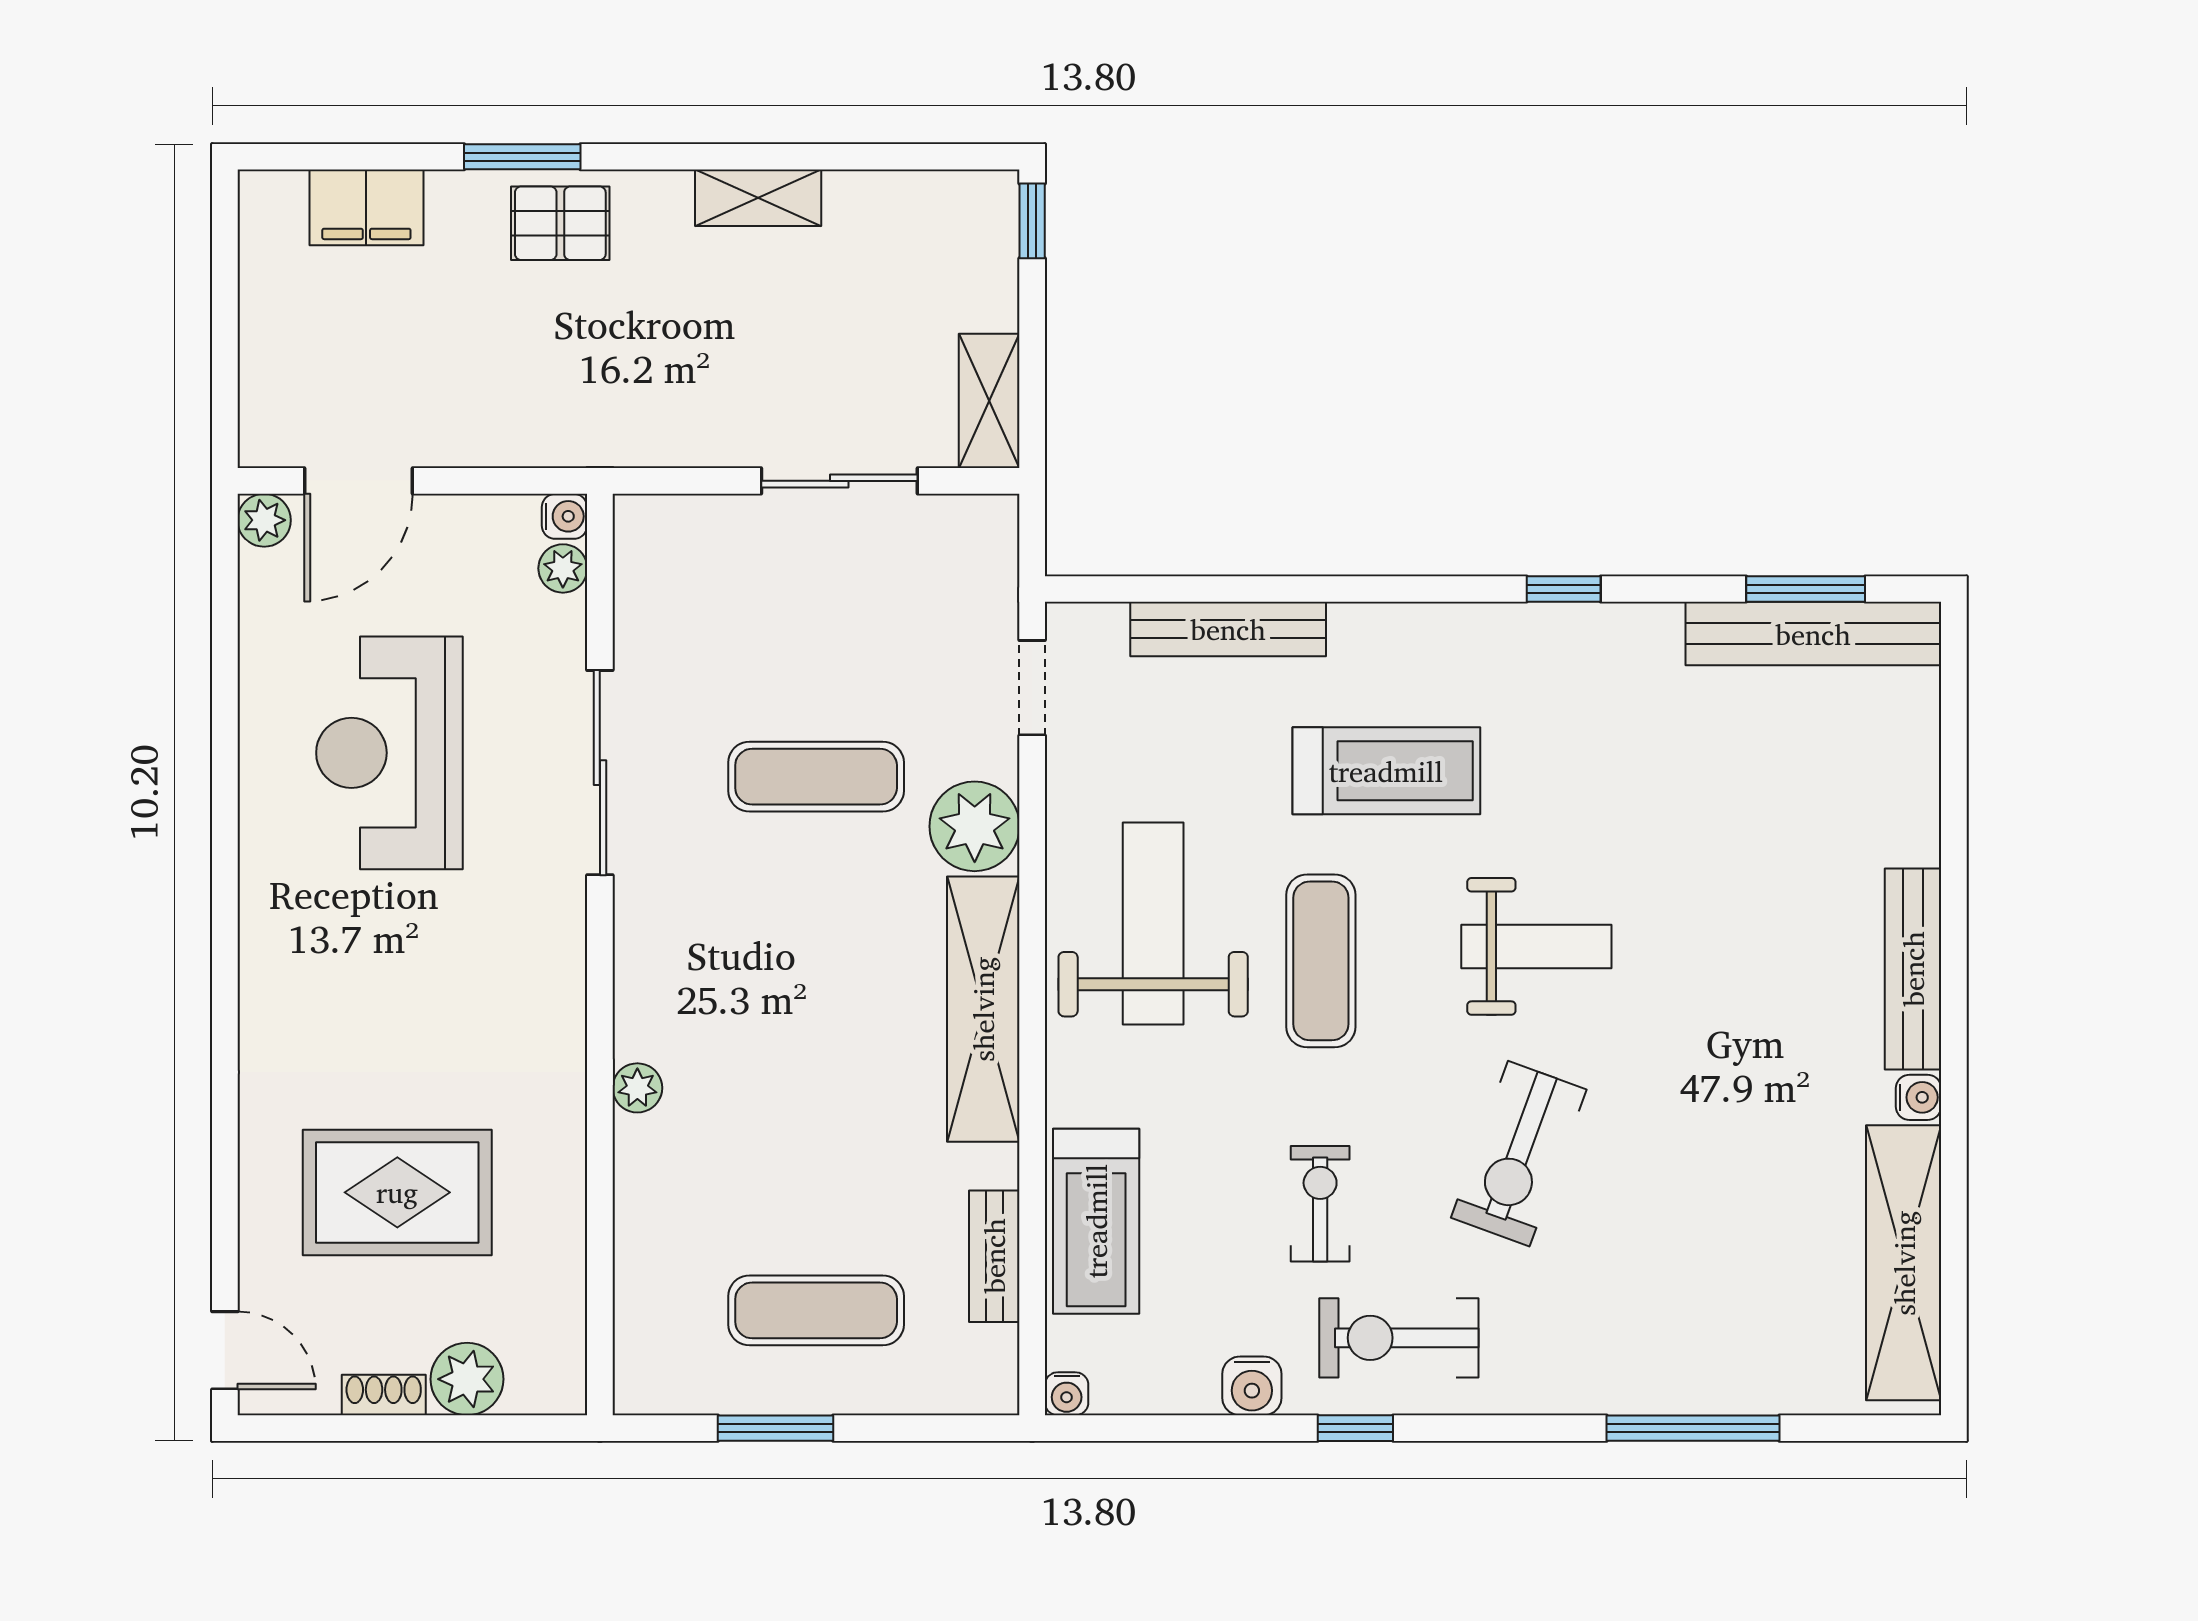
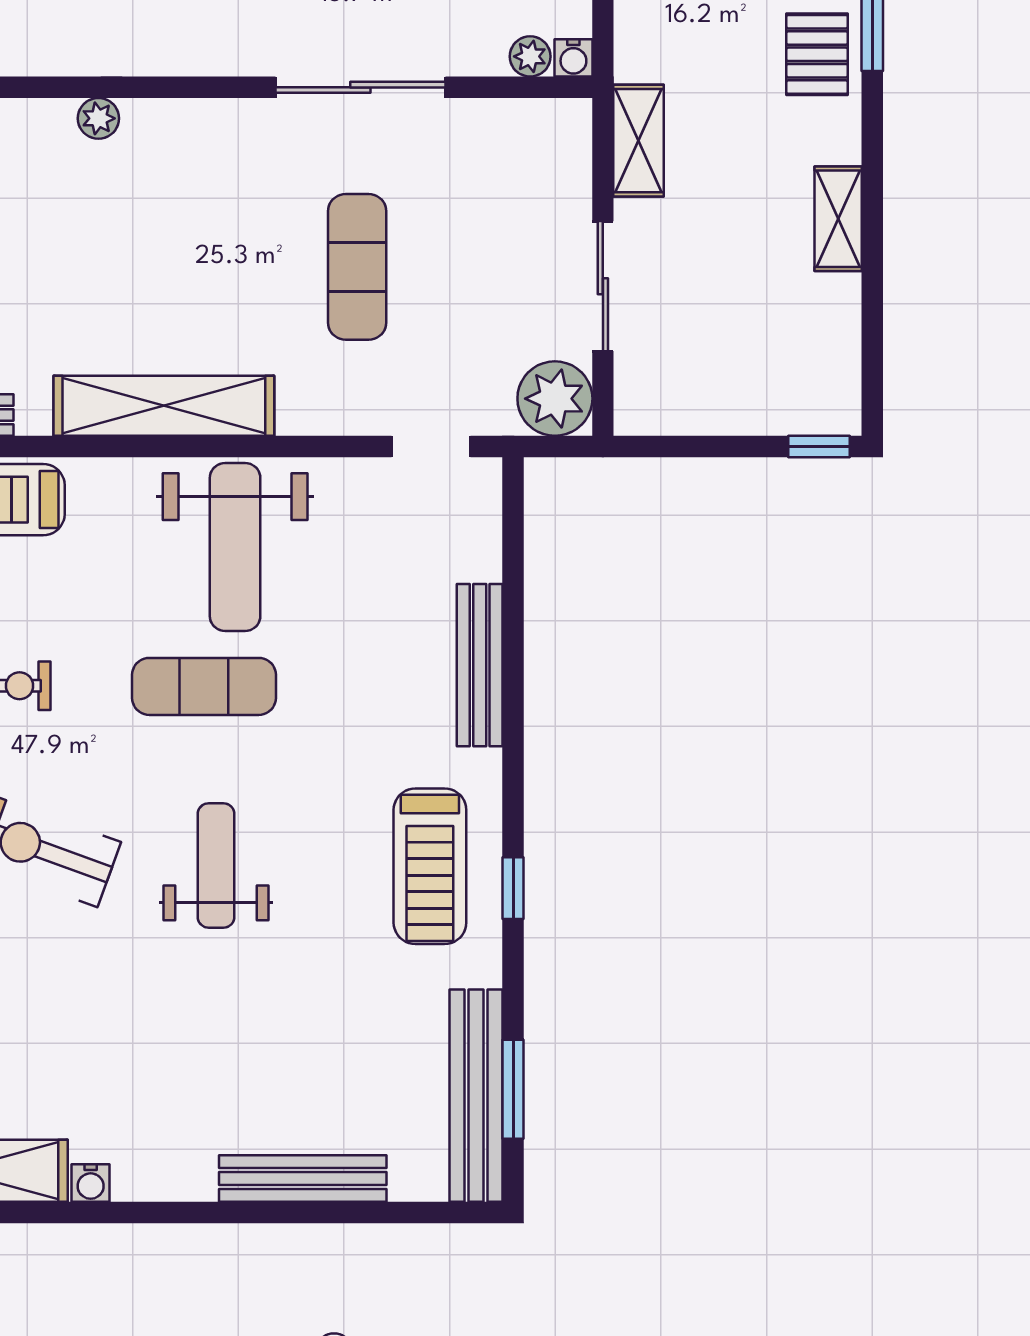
shelving: (989, 401) -> (639, 141), moved, turned 90
bench: (1228, 629) -> (480, 665), moved
treadmill: (1386, 771) -> (430, 866), moved
plant: (975, 826) -> (555, 399), moved
weight bench: (1153, 923) -> (235, 547), turned 90
weight bench: (1536, 946) -> (216, 865), turned 180
bench: (1913, 969) -> (303, 1178), moved

